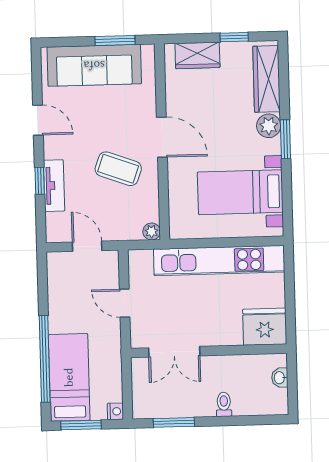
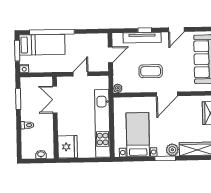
coffee table: (118, 169) -> (151, 71), turned 70
tv unit: (54, 186) -> (142, 38), width x1.41

